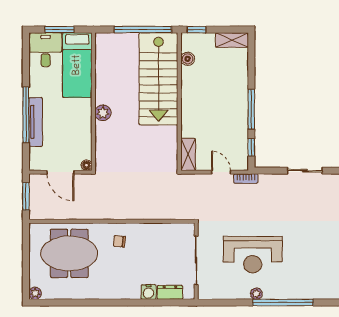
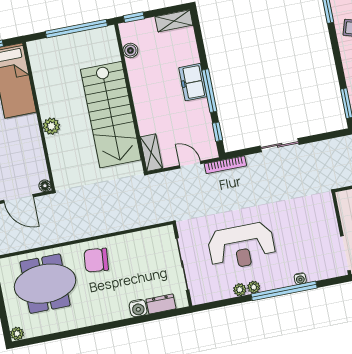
stairs: (158, 79) -> (111, 115), moved
freezer: (238, 98) -> (193, 82), added
bookcase: (246, 179) -> (225, 165), width x1.56
chair: (119, 241) -> (96, 260), width x1.87, depth x1.87
plant: (243, 293) -> (240, 290), added
water cooler: (300, 294) -> (300, 279), added

